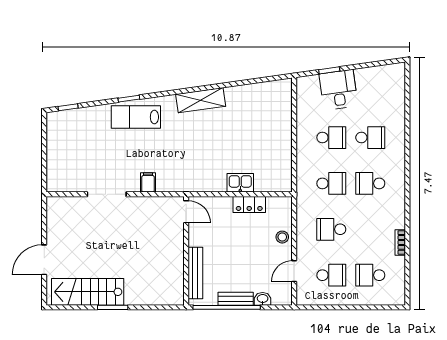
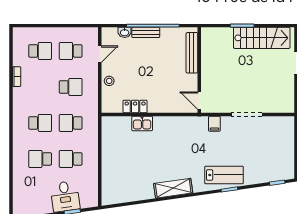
door: (186, 212) -> (199, 101), moved
wall: (186, 251) -> (199, 70), moved
bench: (195, 273) -> (192, 53), moved

